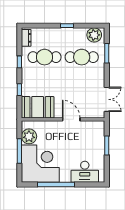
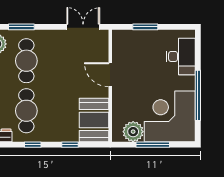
door: (71, 119) -> (110, 75), hinge flipped

